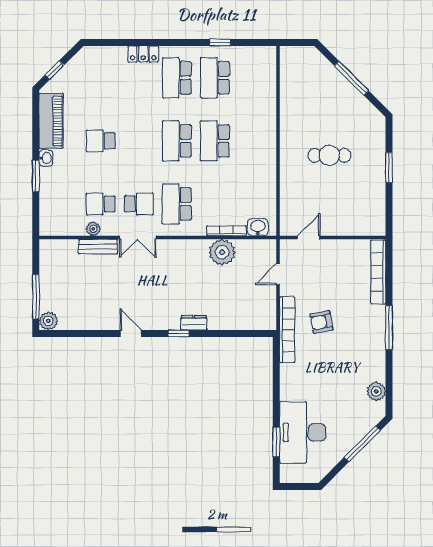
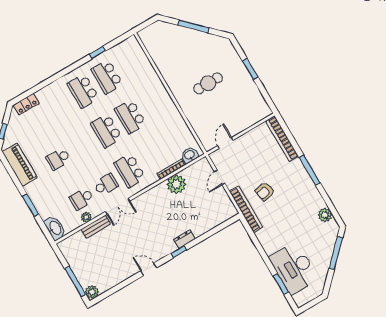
locker: (143, 54) -> (26, 104), moved
washbasin: (46, 158) -> (55, 228), moved, width x1.91, depth x1.45

